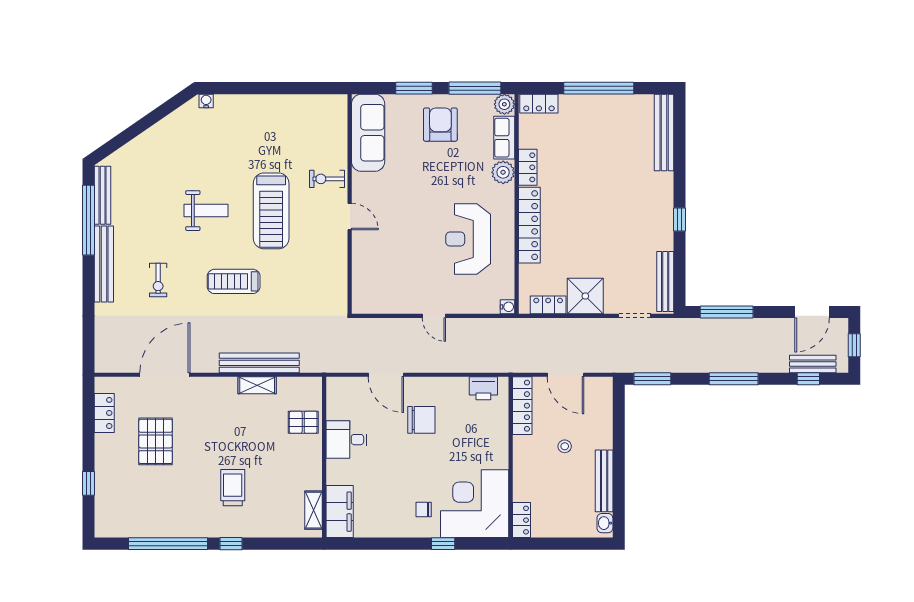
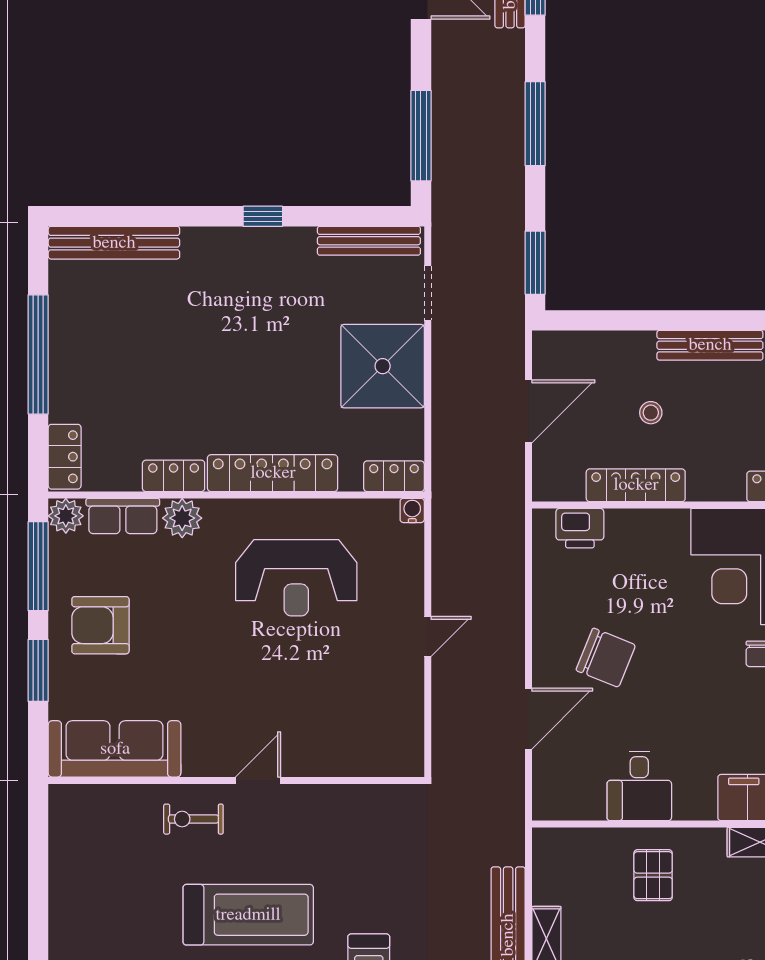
exercise bike: (327, 179) -> (193, 819), turned 90
shower: (585, 296) -> (383, 366), width x1.37, depth x1.37
locker: (548, 305) -> (394, 476), moved, turned 90
printer: (483, 388) -> (580, 528), moved, turned 90
locker: (522, 406) -> (636, 485), moved
chair: (421, 420) -> (606, 658), turned 112
pallet: (303, 422) -> (653, 875), moved

